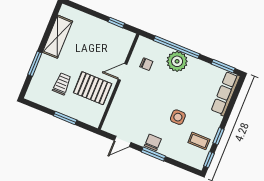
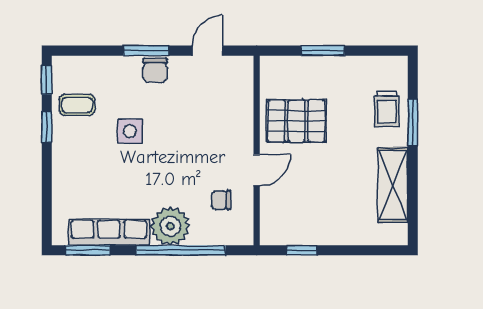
trolley: (62, 84) -> (387, 109), moved
row of seats: (226, 93) -> (109, 232), moved, turned -90

